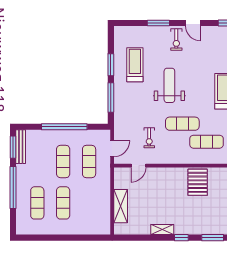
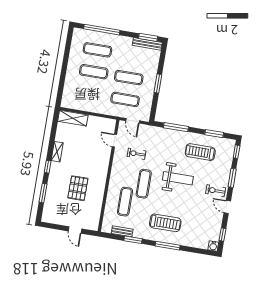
window: (127, 23) -> (237, 152), added
door: (193, 23) -> (227, 207), hinge flipped
window: (111, 65) -> (214, 134), moved
treadmill: (135, 65) -> (200, 152), turned 180
window: (64, 127) -> (158, 84), width x0.47
pallet: (198, 182) -> (78, 188), moved, turned 90
window: (13, 187) -> (102, 30), moved
shelving: (121, 206) -> (73, 118), moved

